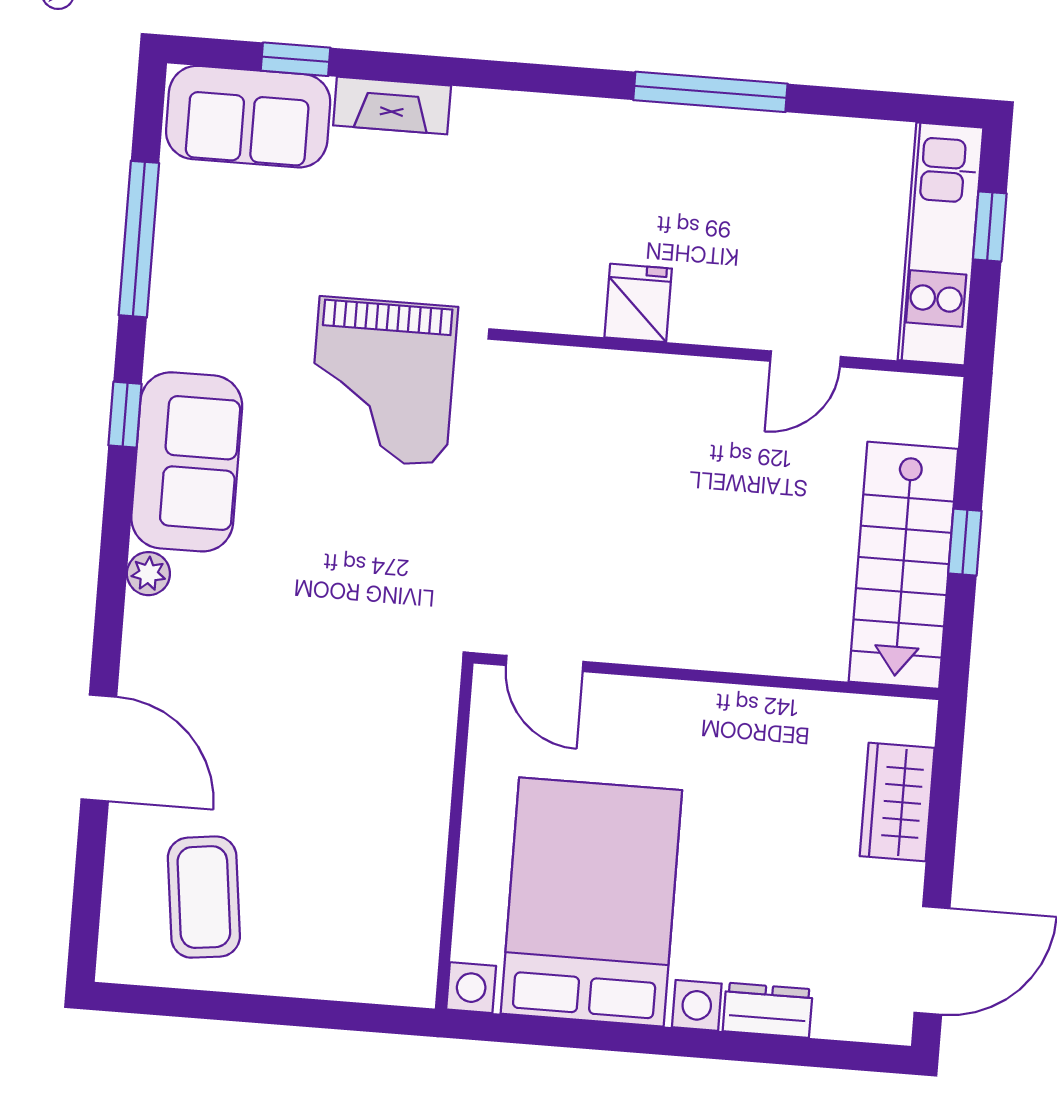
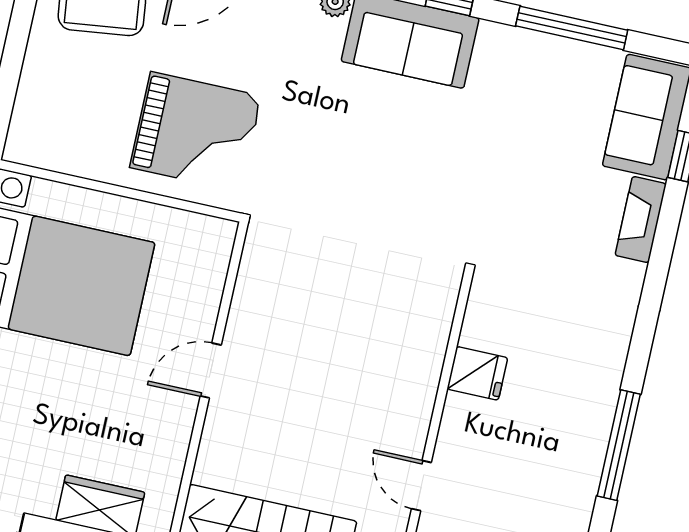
grand piano: (383, 381) -> (196, 132), moved, turned 180
door: (545, 663) -> (211, 371), moved

